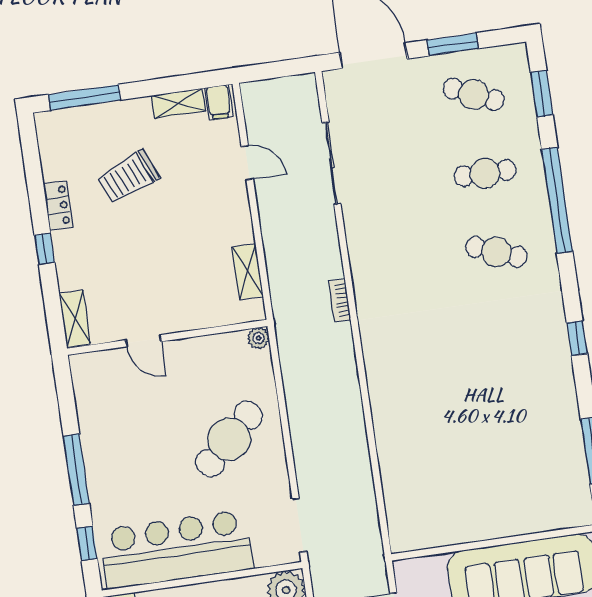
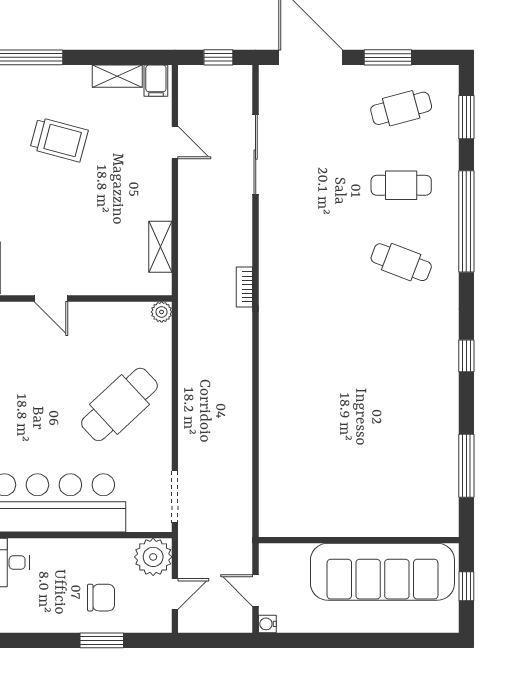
window: (279, 69) -> (218, 57), added
cafe table: (474, 94) -> (401, 108), turned -39
trolley: (128, 177) -> (59, 140), turned -142

